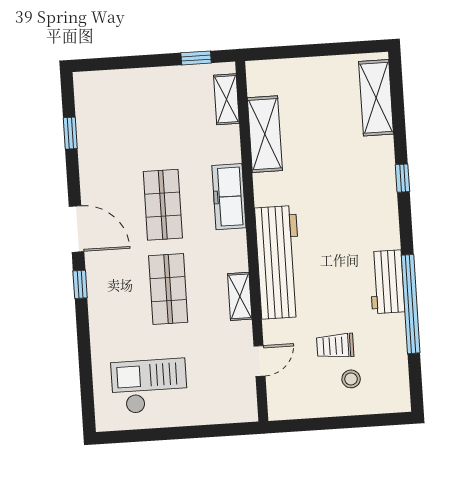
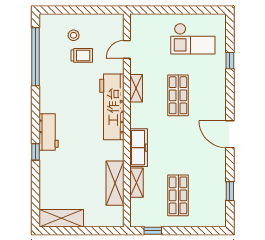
shelving: (376, 98) -> (61, 218), moved, turned 90
shelving: (226, 99) -> (136, 183), moved
shop shelf: (163, 205) -> (178, 195), moved
workbench: (387, 282) -> (49, 132), moved
window: (80, 284) -> (230, 61), moved
window: (411, 304) -> (35, 57), moved

